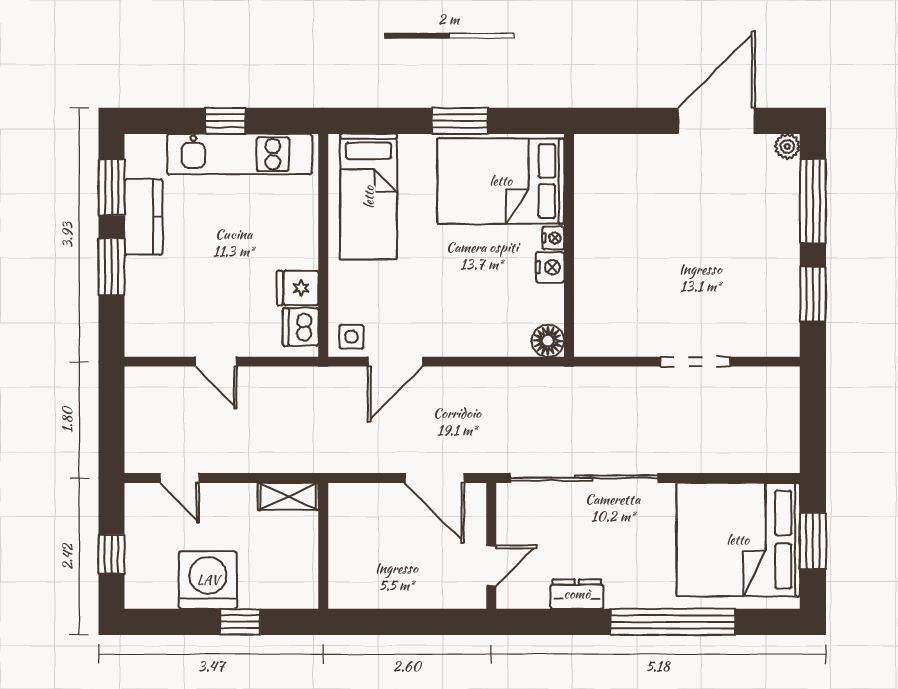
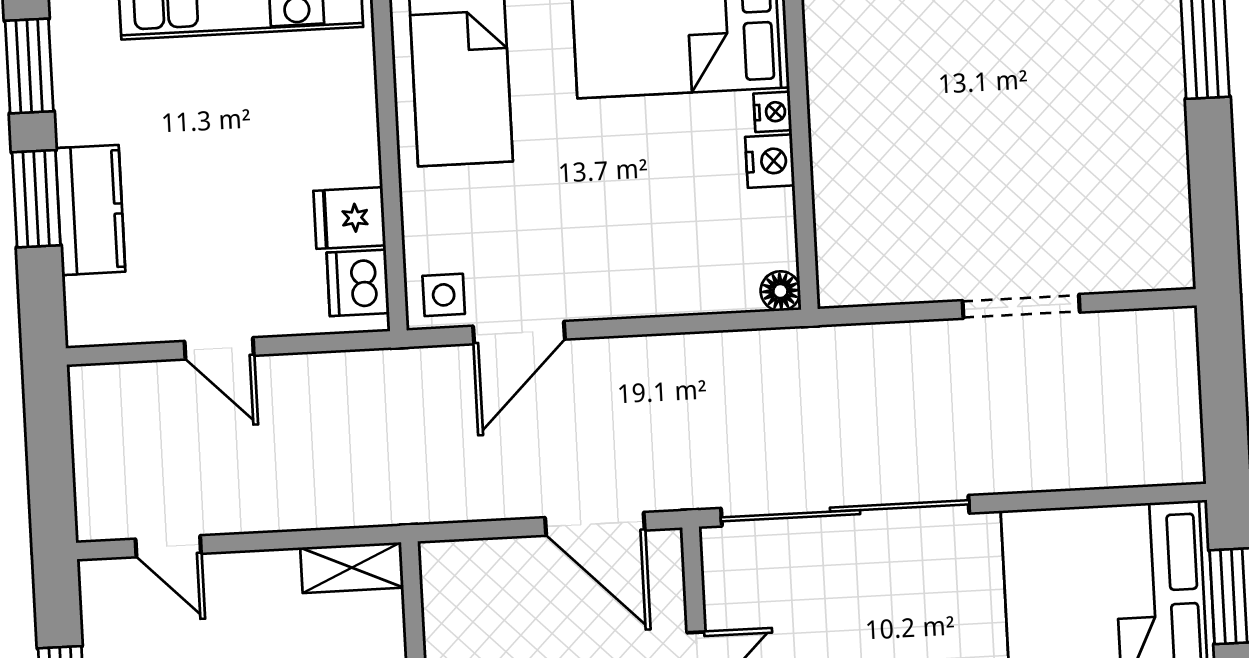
kitchen counter: (143, 217) -> (90, 210), moved
window: (813, 294) -> (1212, 183), removed
floor lamp: (548, 341) -> (780, 291), width x0.73, depth x0.73

